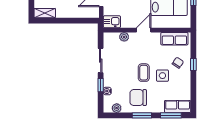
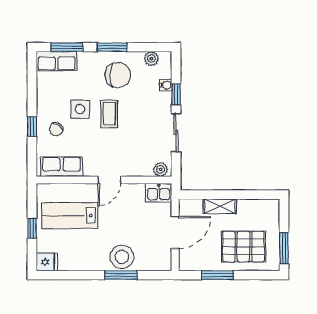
shelving: (45, 13) -> (220, 206), moved
plant: (124, 37) -> (161, 169), moved

